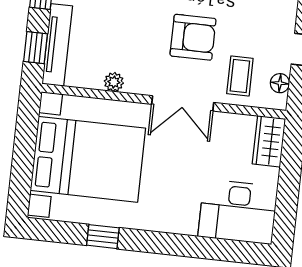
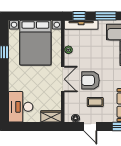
armchair: (193, 37) -> (90, 80), turned 90
coffee table: (240, 76) -> (95, 102), moved
double door: (183, 103) -> (63, 79), swing flipped

